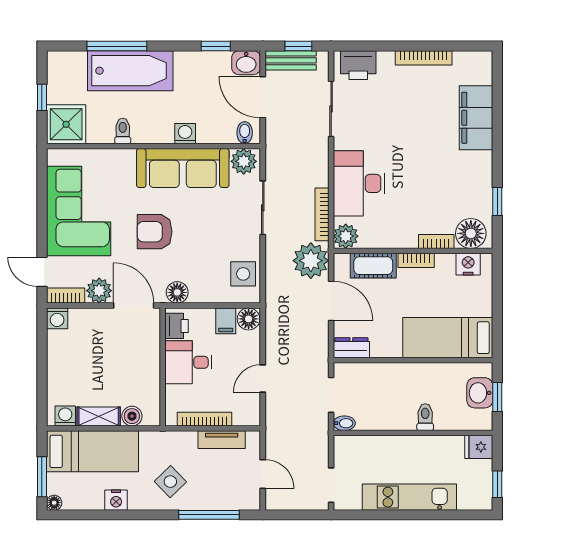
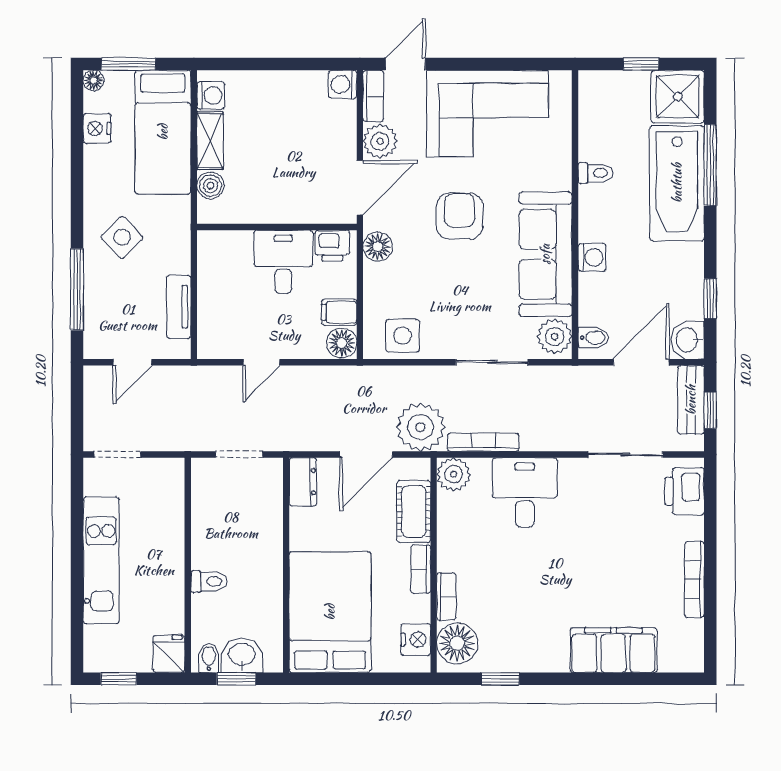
shower: (66, 124) -> (678, 97), moved
desk: (359, 183) -> (525, 492), width x0.73
bed: (448, 338) -> (330, 612), width x1.50
door: (263, 378) -> (261, 362), swing flipped
bookcase: (204, 419) -> (206, 284), removed
bidet: (344, 423) -> (209, 658), moved, turned 180
nightstand: (116, 500) -> (97, 128), moved

